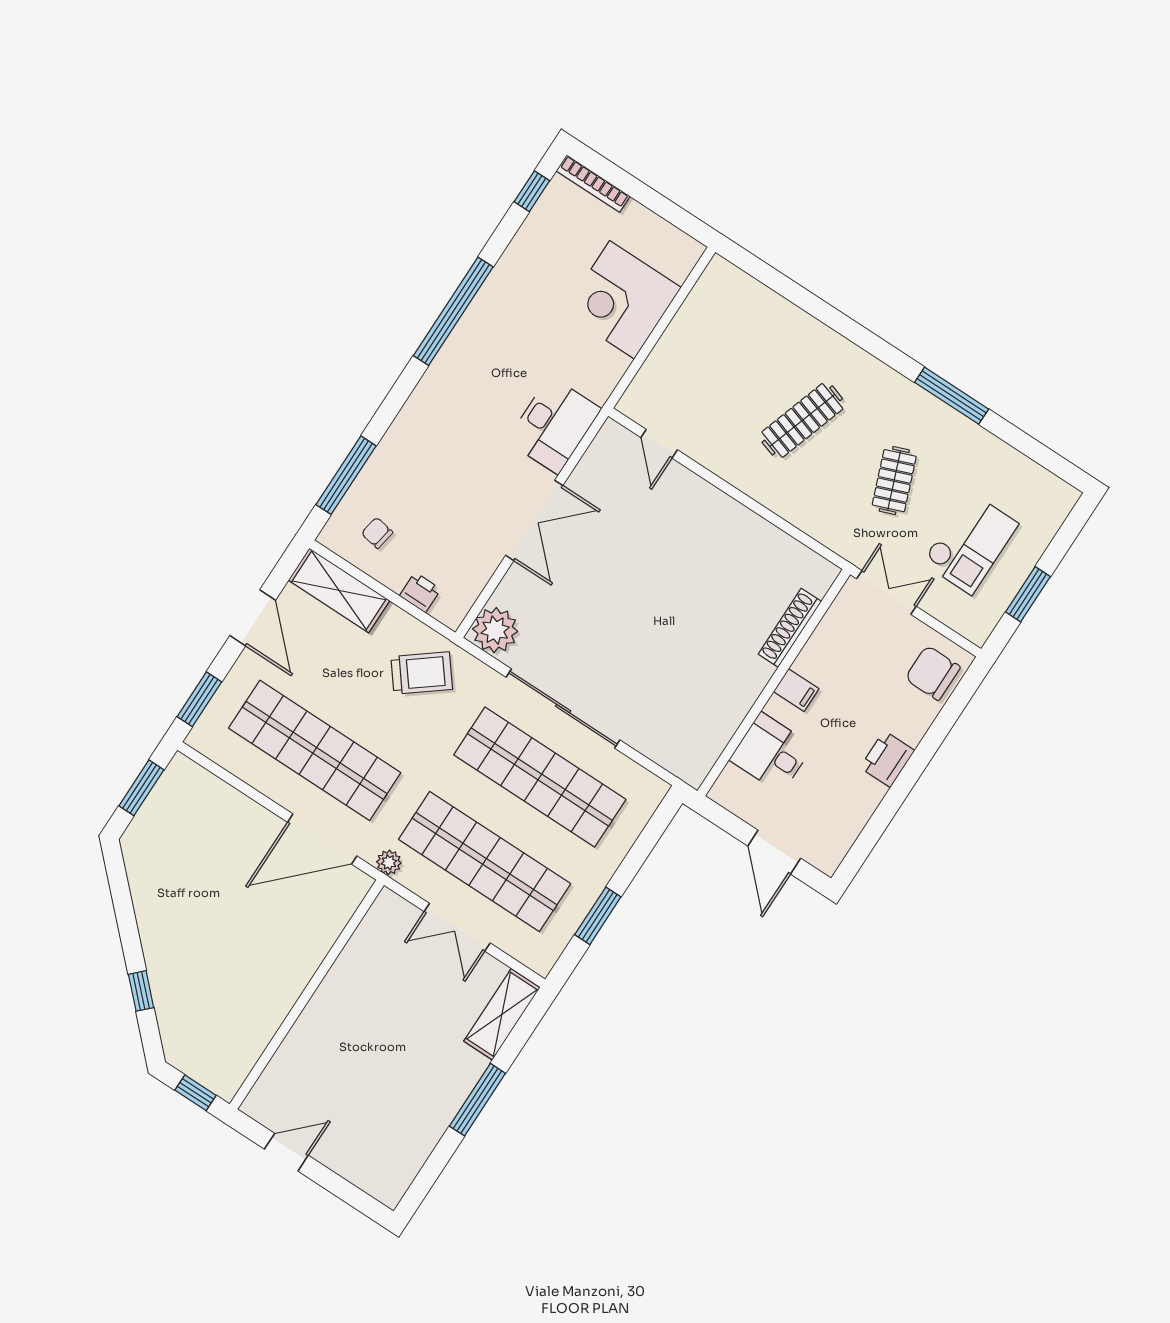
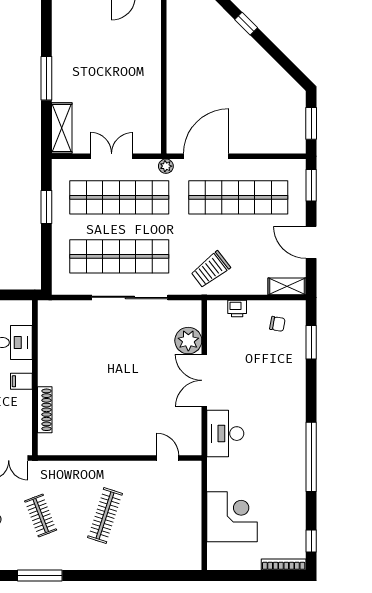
window: (346, 475) -> (311, 342), width x0.69
shelving: (339, 590) -> (287, 286), width x0.67, depth x0.75
plant: (495, 630) -> (188, 341), moved

